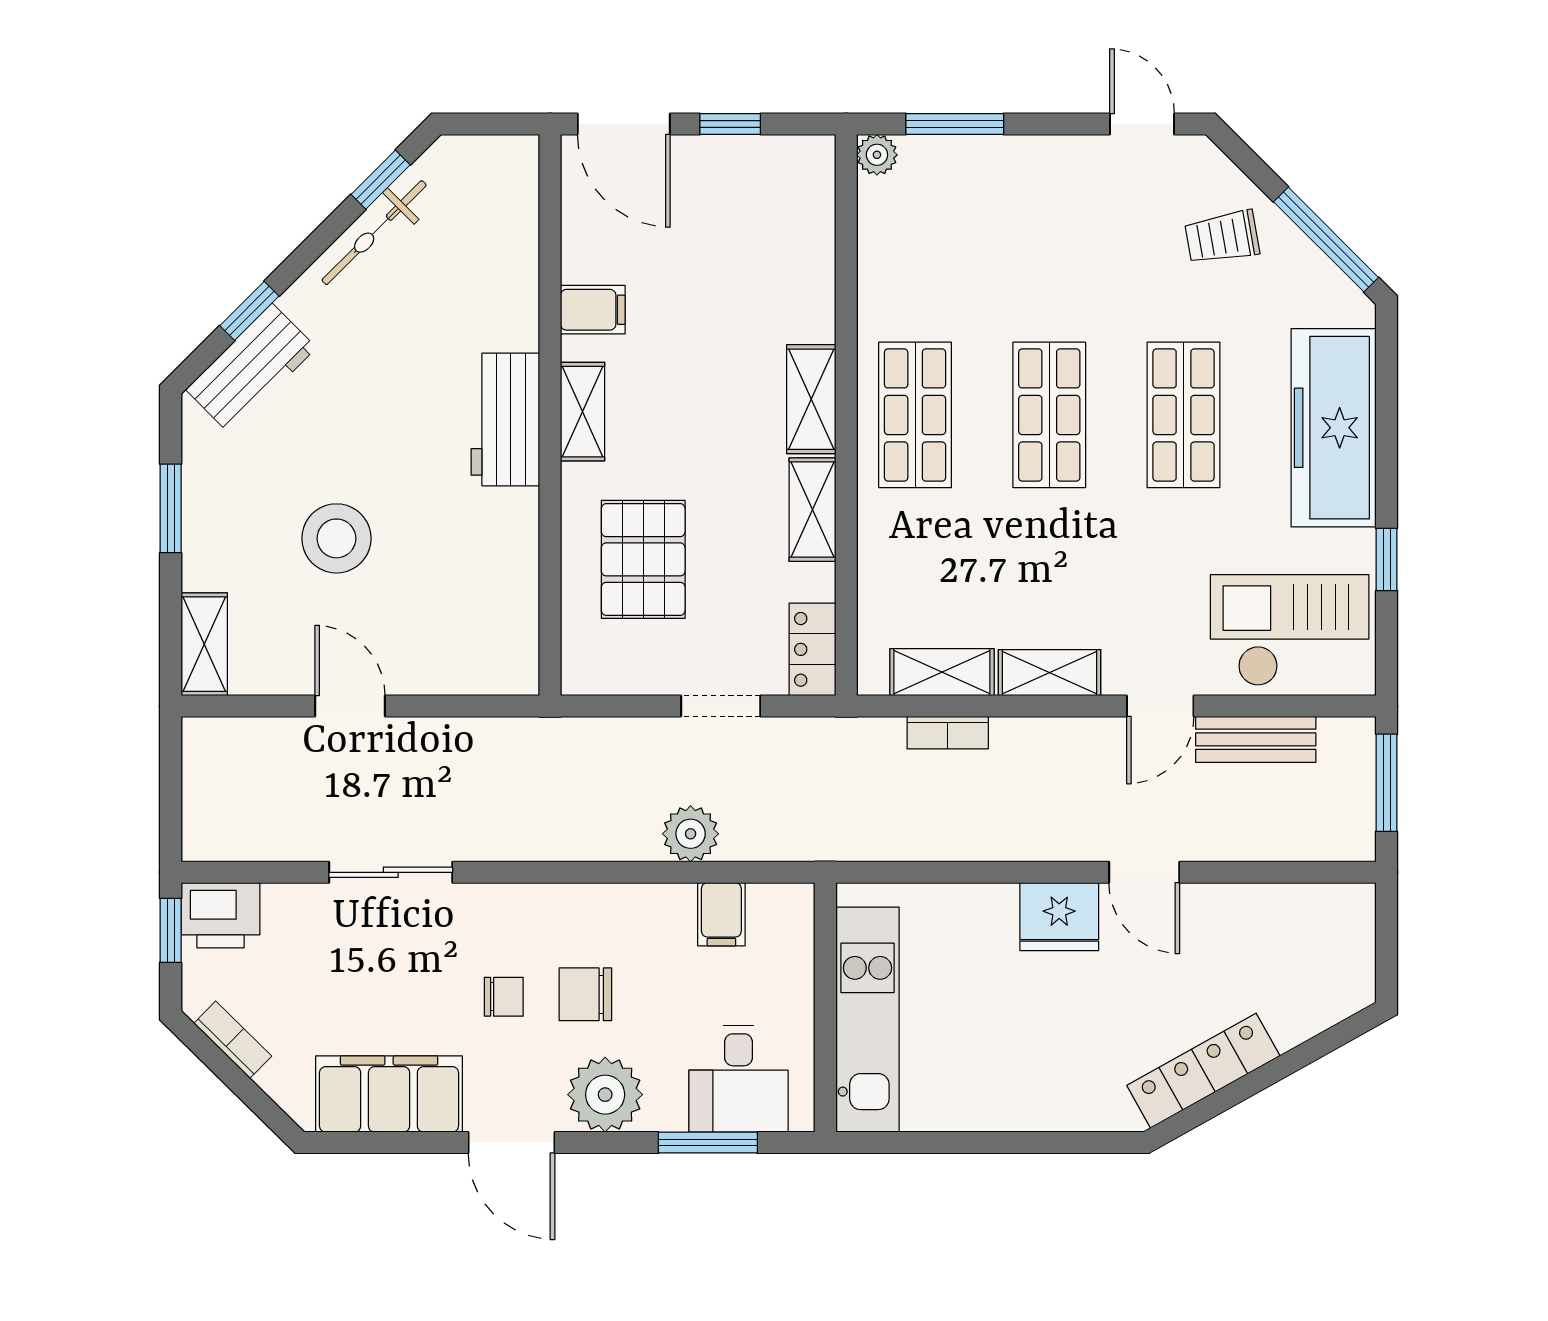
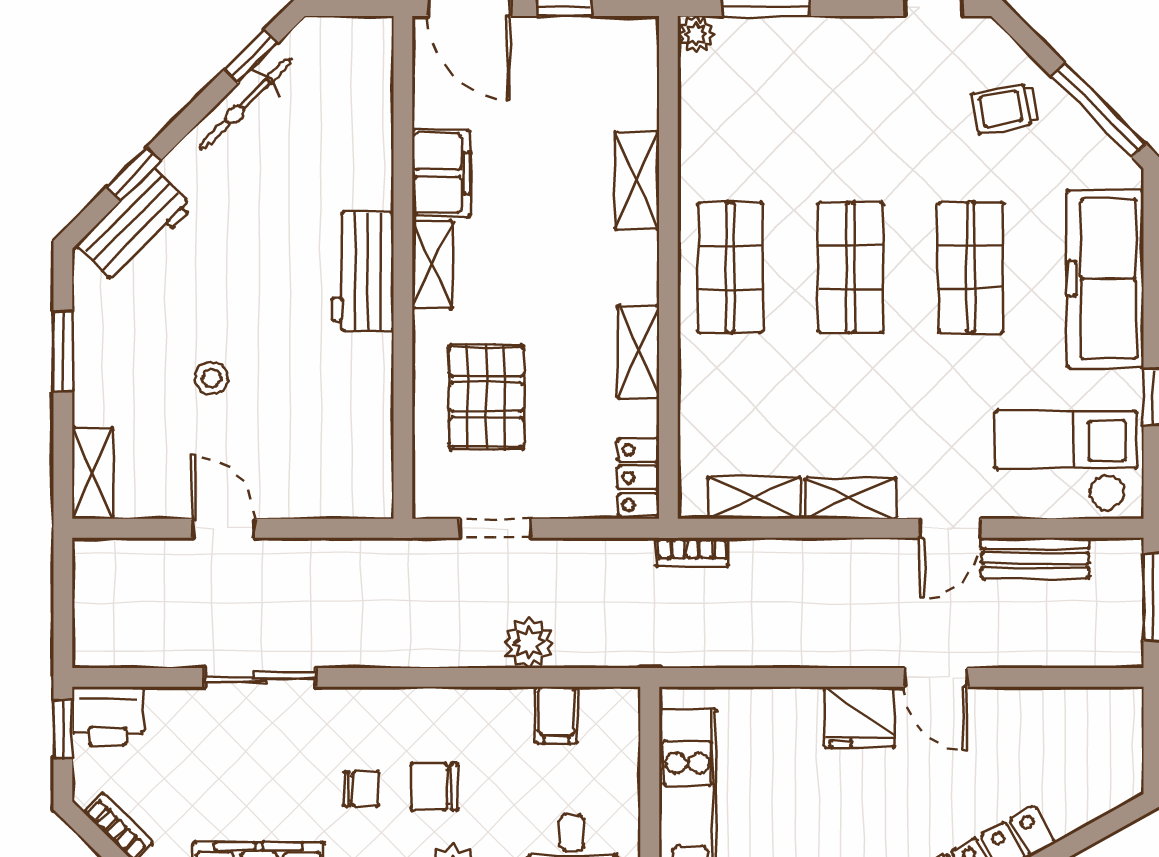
filing cabinet: (593, 310) -> (441, 173), width x2.00
shelving: (811, 399) -> (637, 181), moved
stool: (336, 538) -> (211, 378), width x0.53, depth x0.53
doorway: (721, 706) -> (496, 528), moved
bookcase: (948, 733) -> (693, 552), moved

